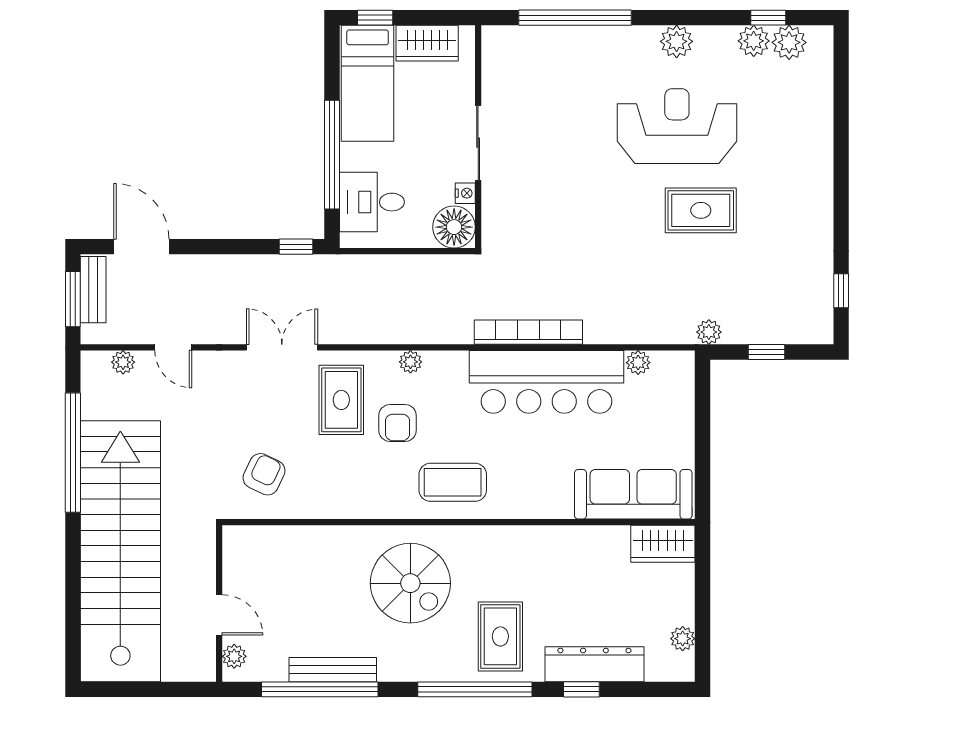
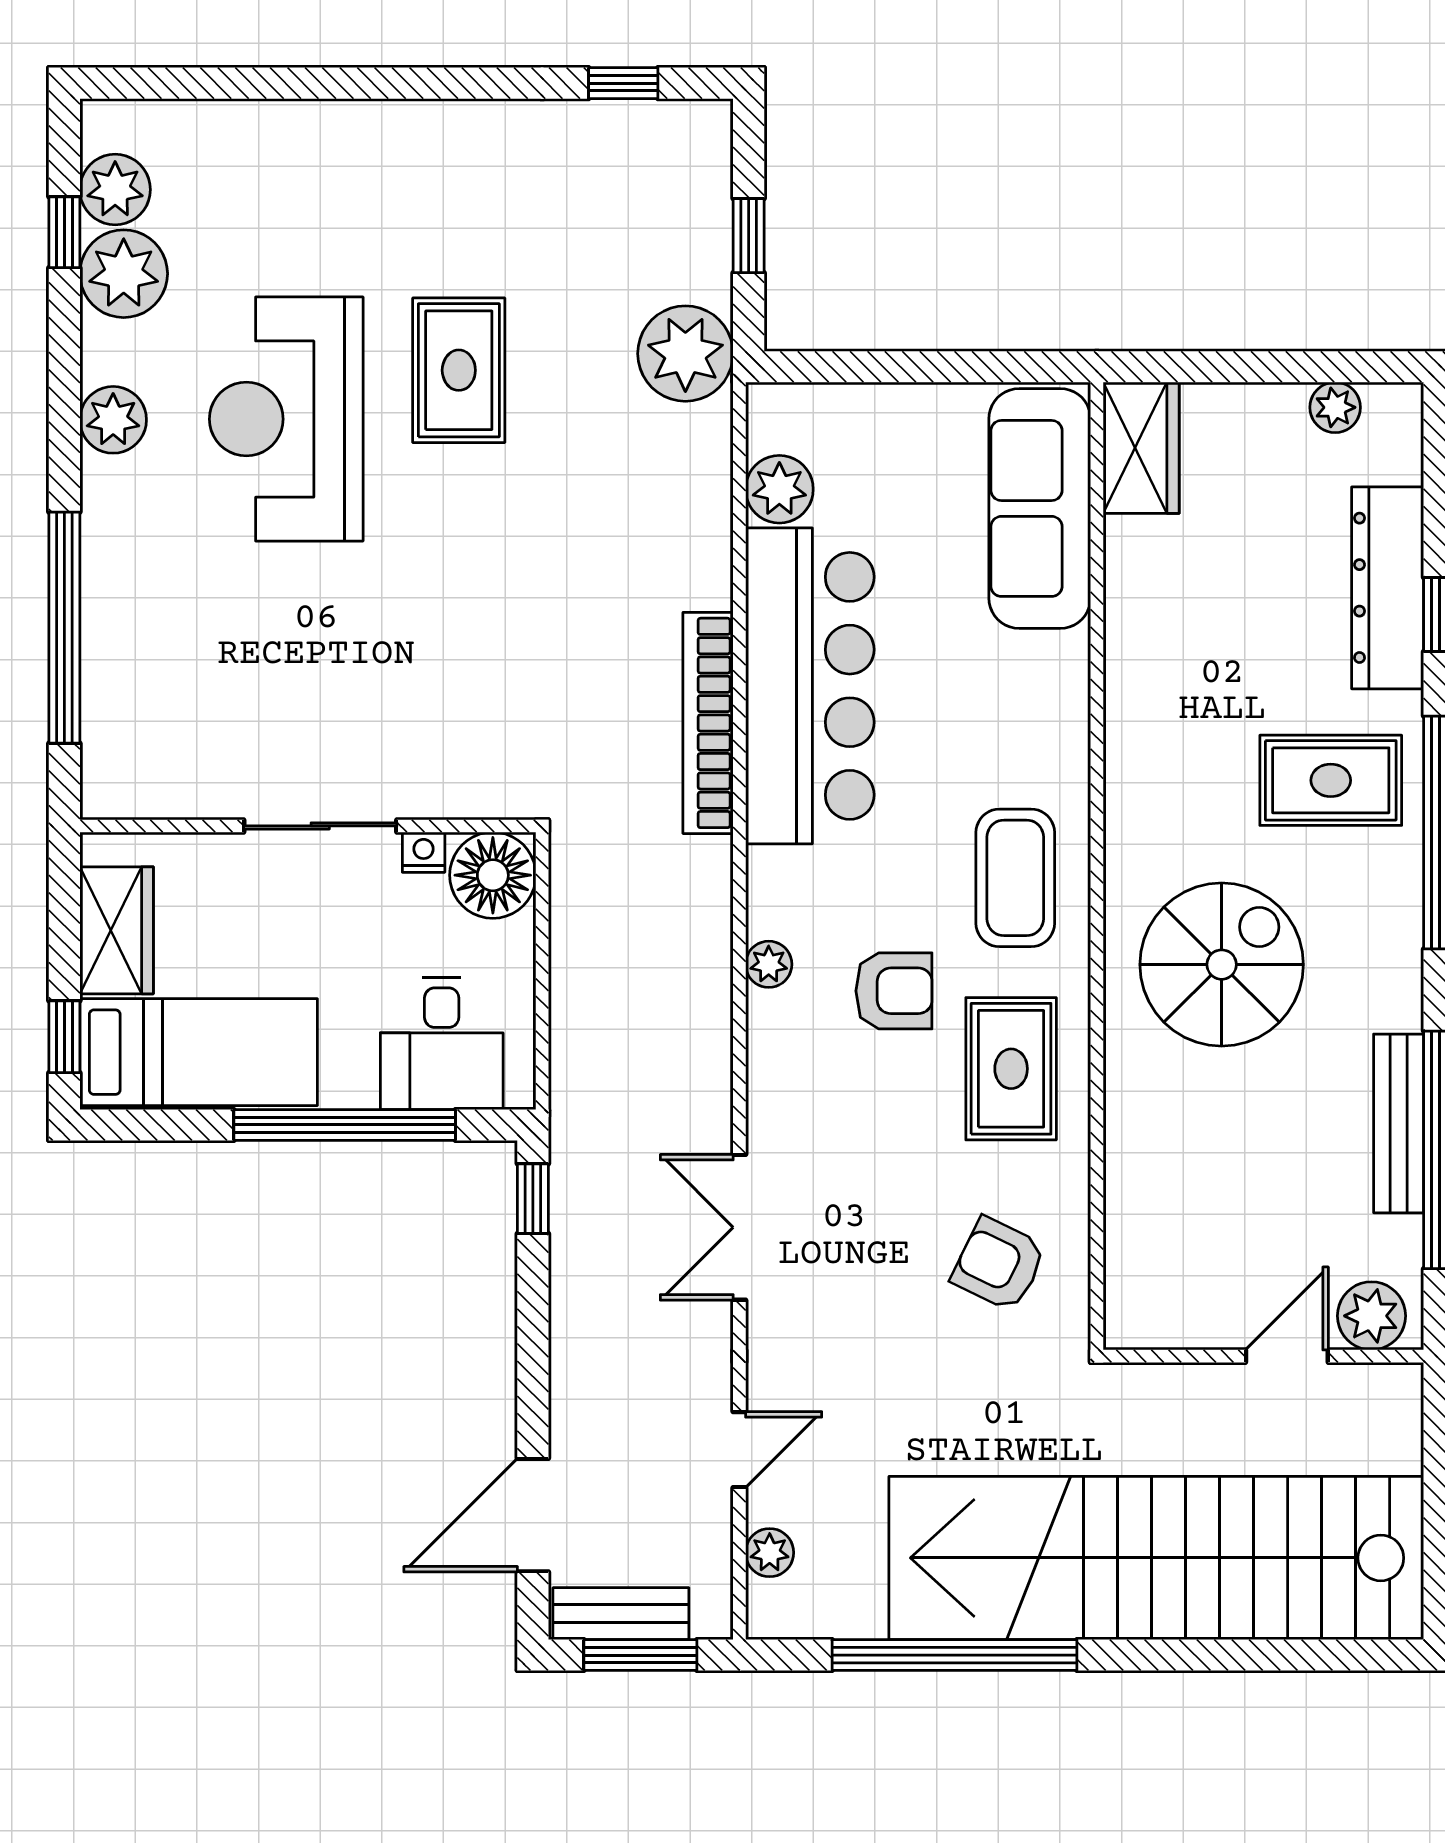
plant: (754, 41) -> (124, 274), width x1.36, depth x1.36
plant: (709, 332) -> (685, 354), width x1.87, depth x1.87
plant: (638, 363) -> (779, 489), width x1.38, depth x1.38
rug: (341, 400) -> (1011, 1069), moved, turned 90
plant: (234, 656) -> (1371, 1316), width x1.38, depth x1.38

